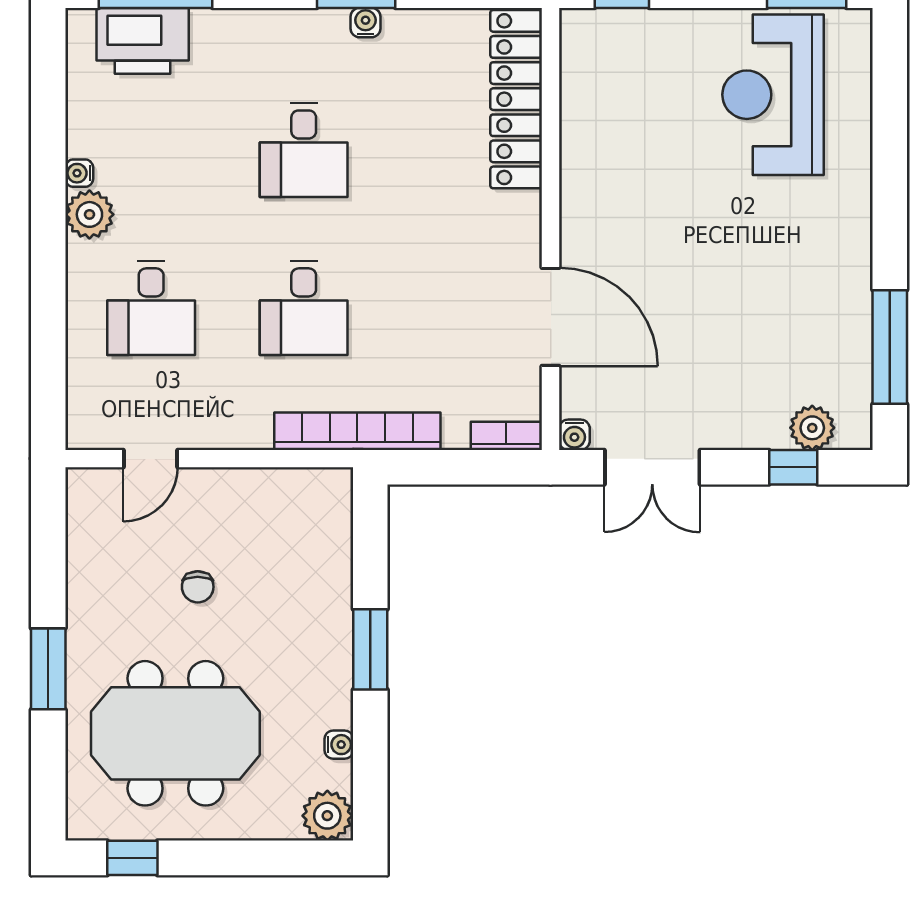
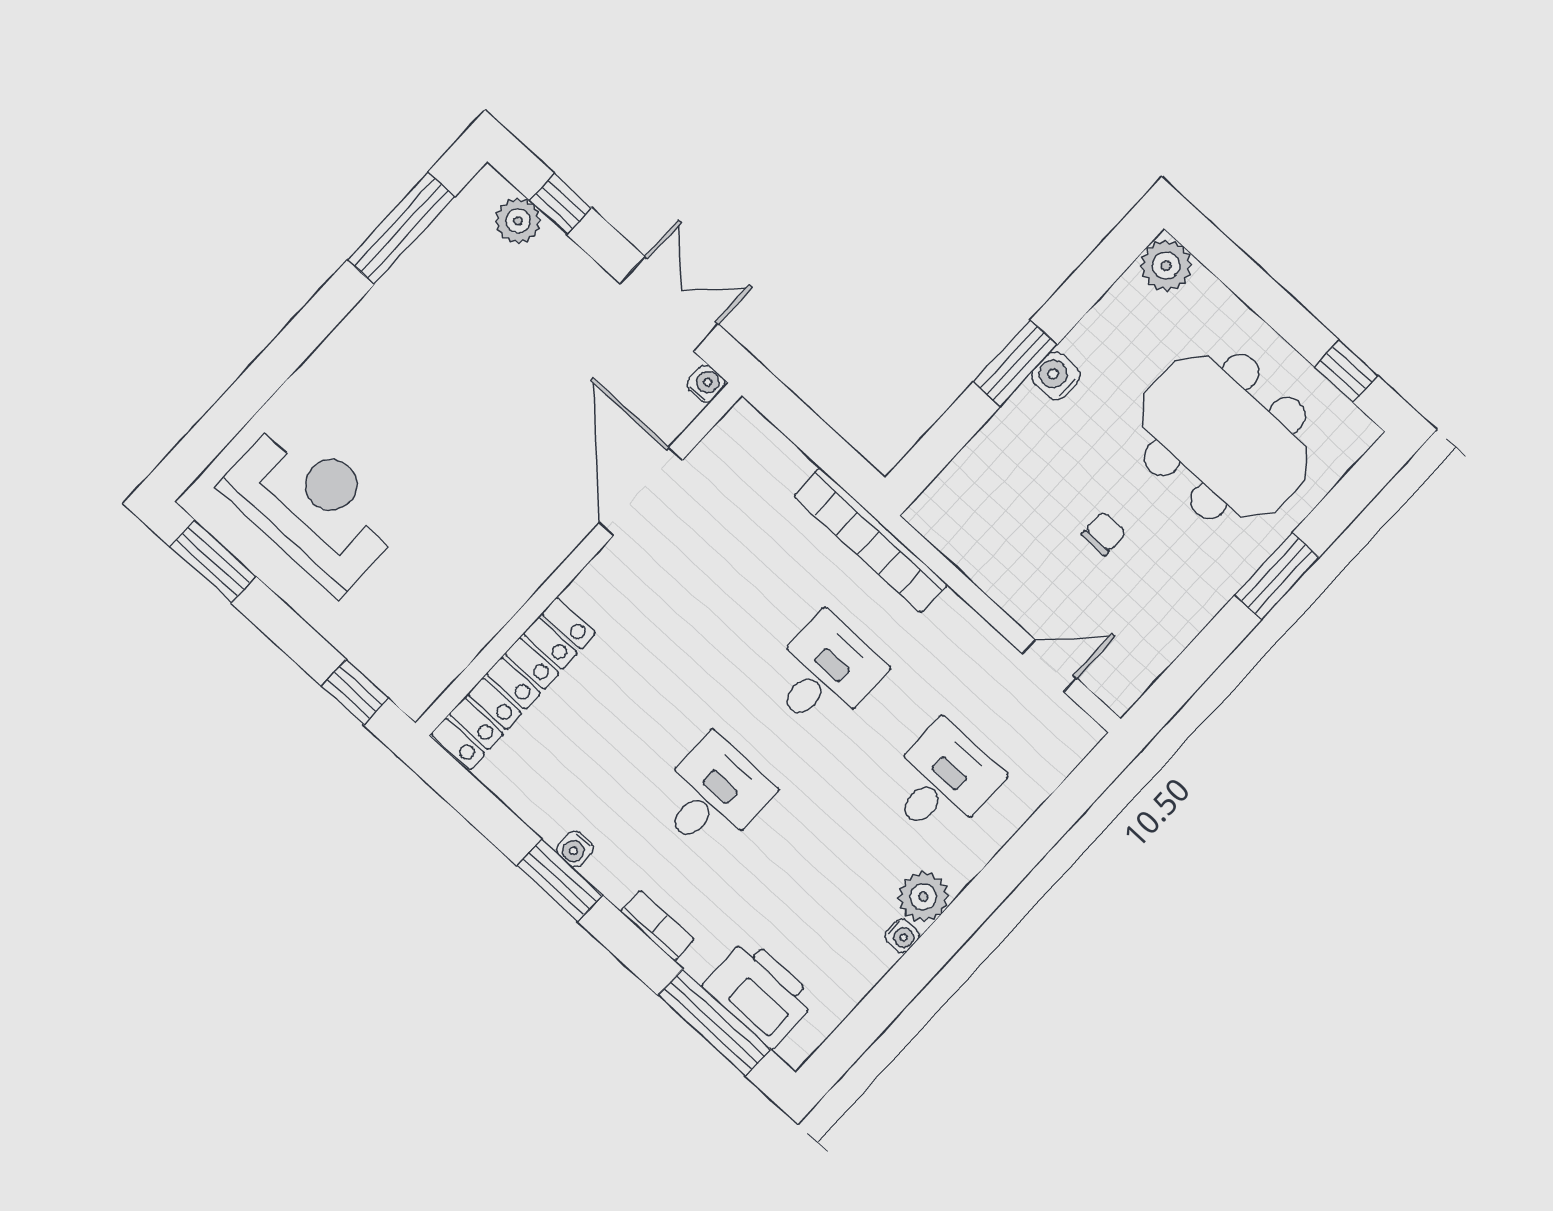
reception desk: (773, 95) -> (312, 505), turned -90
bookcase: (506, 436) -> (657, 926), moved, turned 180
water cooler: (339, 745) -> (1056, 376), moved, width x1.38, depth x1.38

